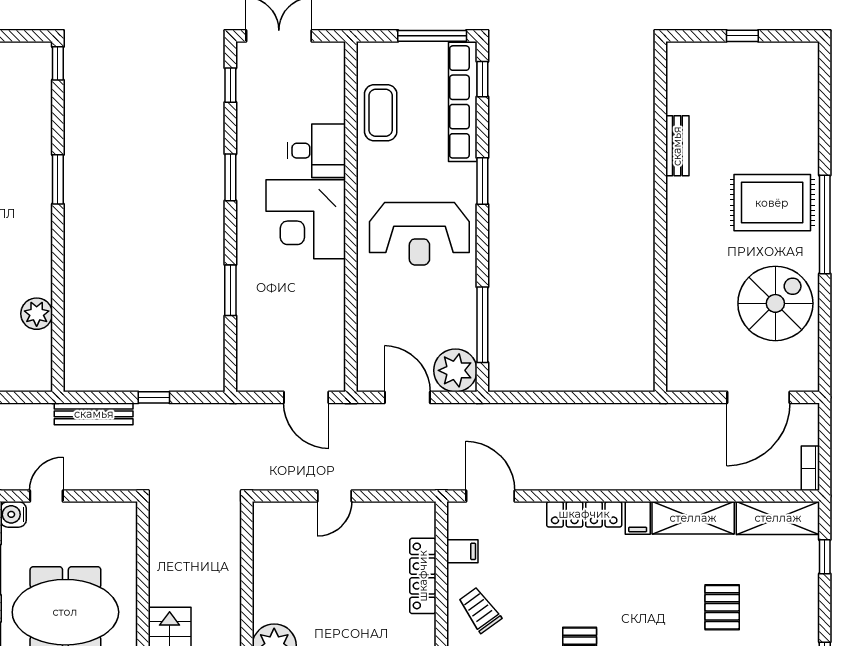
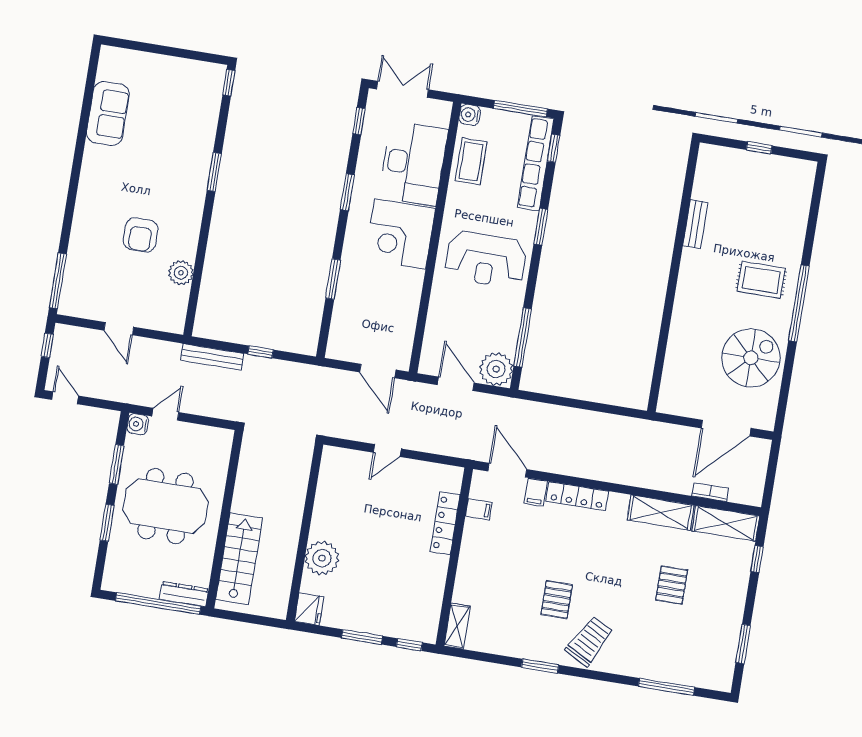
water cooler: (369, 54) -> (470, 115), added
desk: (317, 151) -> (413, 163), width x1.87, depth x1.30
rug: (772, 203) -> (761, 280), width x0.73, depth x0.70
bookcase: (810, 468) -> (710, 492), moved, turned 90
filing cabinet: (638, 518) -> (536, 492), moved
trolley: (480, 610) -> (485, 557), removed

